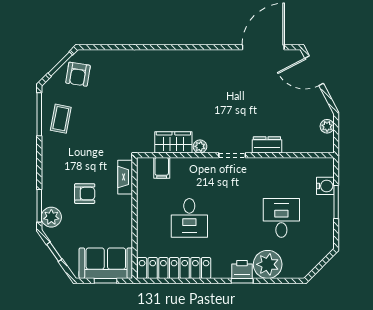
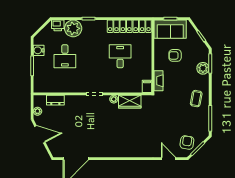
door: (109, 47) -> (168, 159), added
door: (314, 71) -> (40, 134), moved
coffee table: (61, 119) -> (196, 99), moved
dresser: (267, 145) -> (55, 100), moved
filing cabinet: (162, 168) -> (147, 86), moved
water cooler: (325, 186) -> (39, 50), moved
armchair: (85, 194) -> (175, 55), moved
plant: (51, 217) -> (203, 68), moved
printer: (242, 269) -> (58, 25), moved

